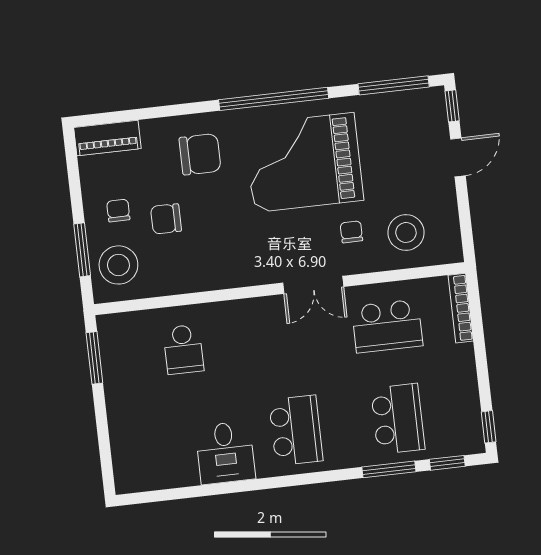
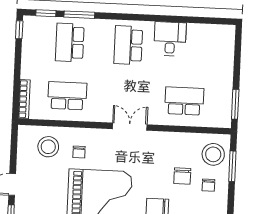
chair: (166, 219) -> (182, 176), turned 90
double door: (313, 285) -> (130, 127), moved
school desk: (183, 349) -> (184, 101), width x1.85

